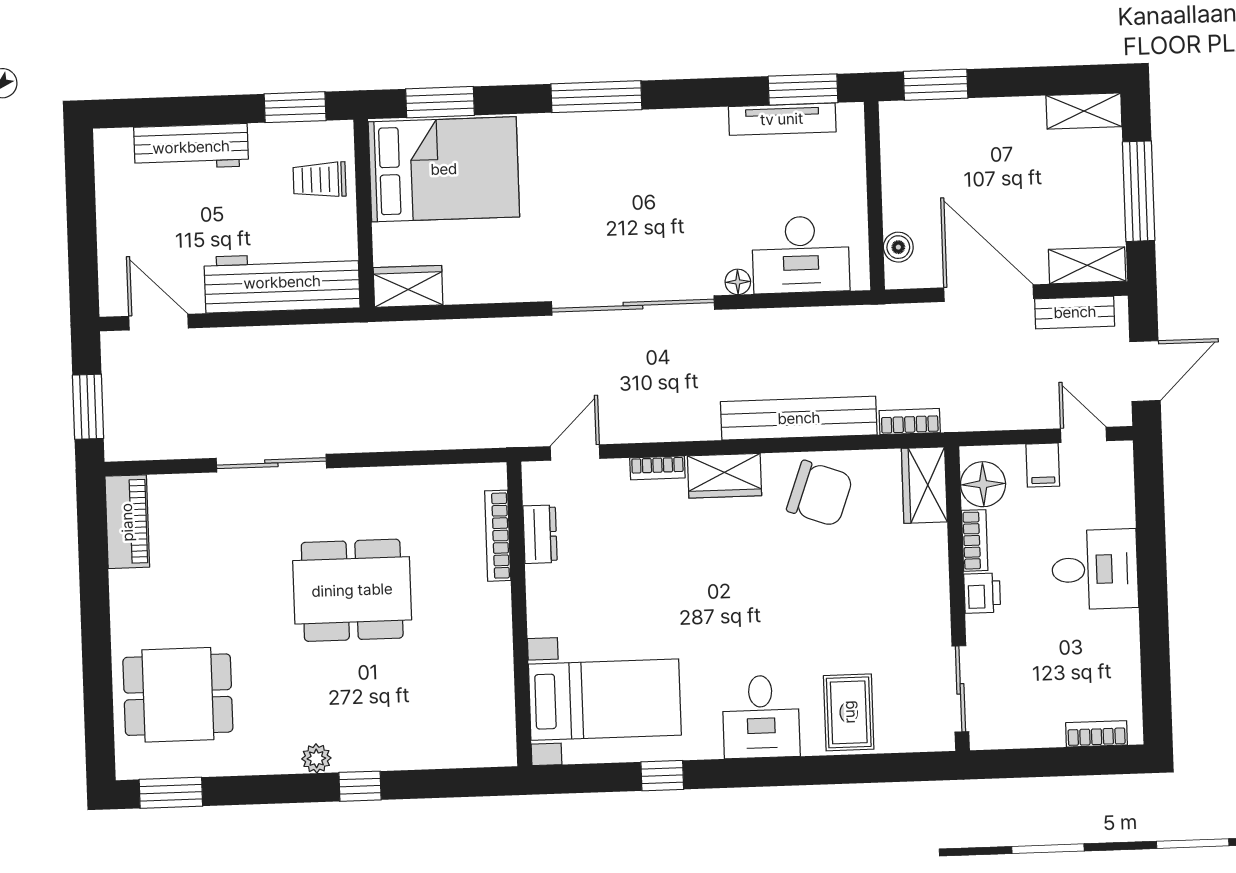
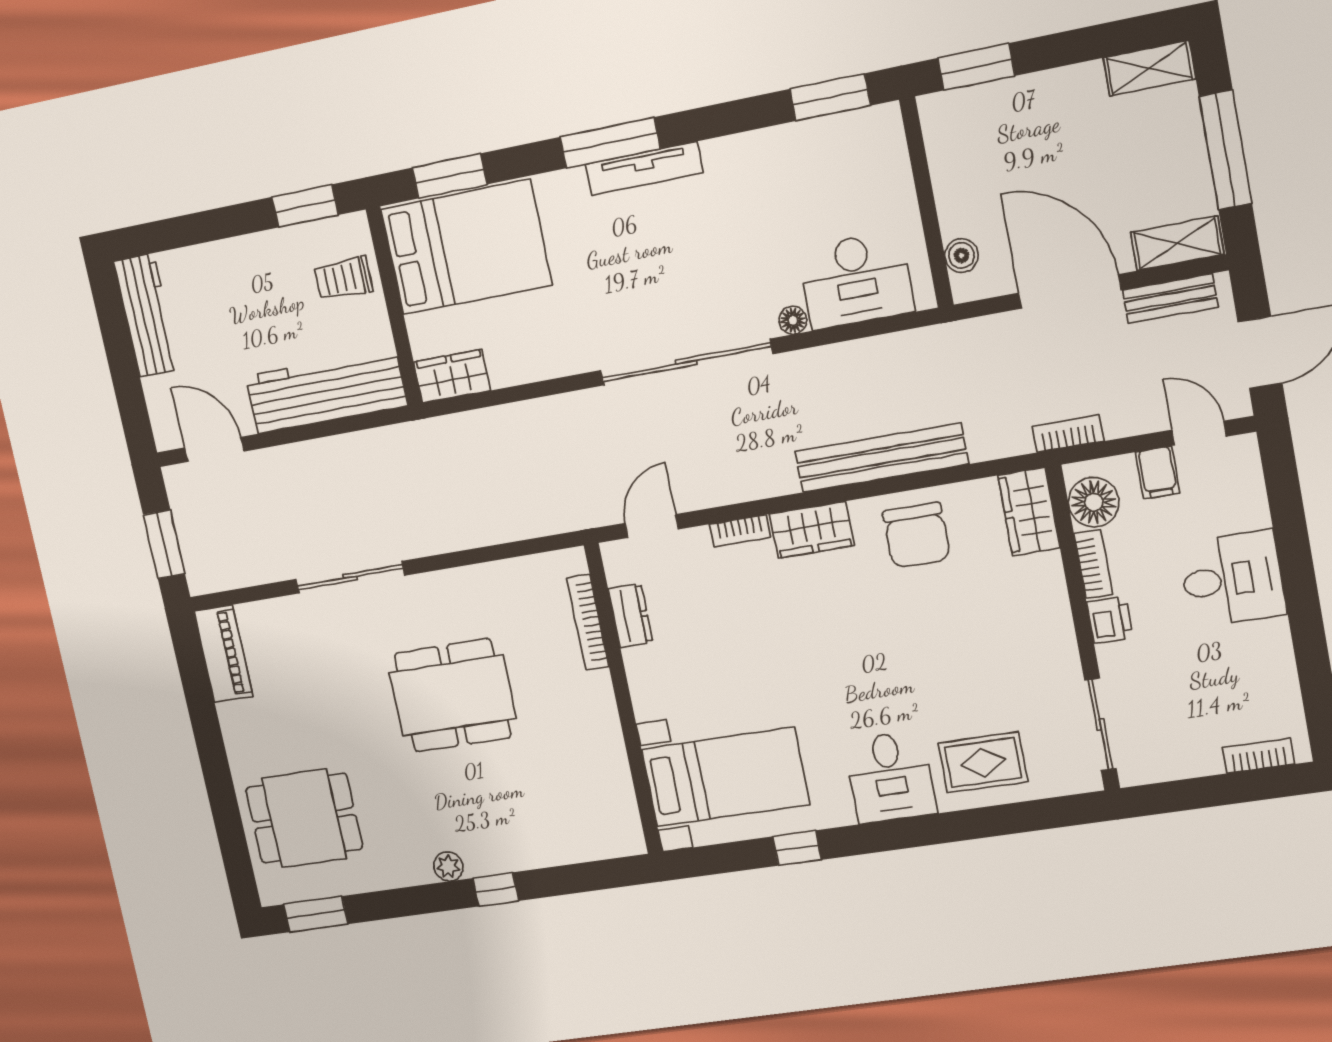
tv unit: (782, 119) -> (644, 168), moved
workbench: (191, 147) -> (147, 315), moved, turned -90
bookcase: (910, 422) -> (1068, 434), moved
chair: (820, 493) -> (917, 535), turned 70
rug: (849, 712) -> (983, 762), turned 90

